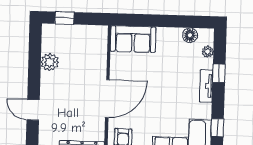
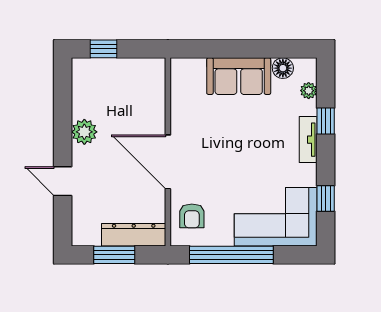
sofa: (133, 39) -> (239, 76), moved
plant: (50, 62) -> (84, 132), moved
door: (107, 99) -> (168, 162), swing flipped

